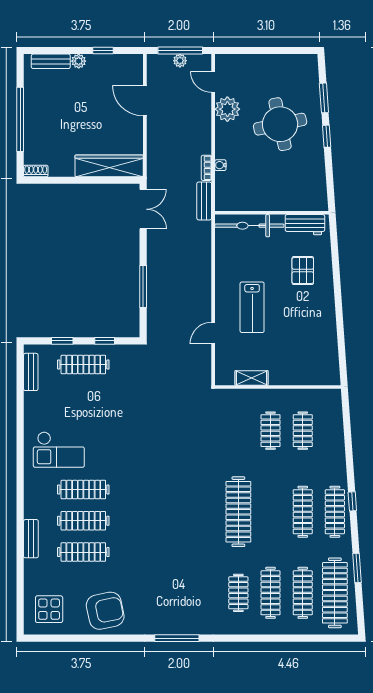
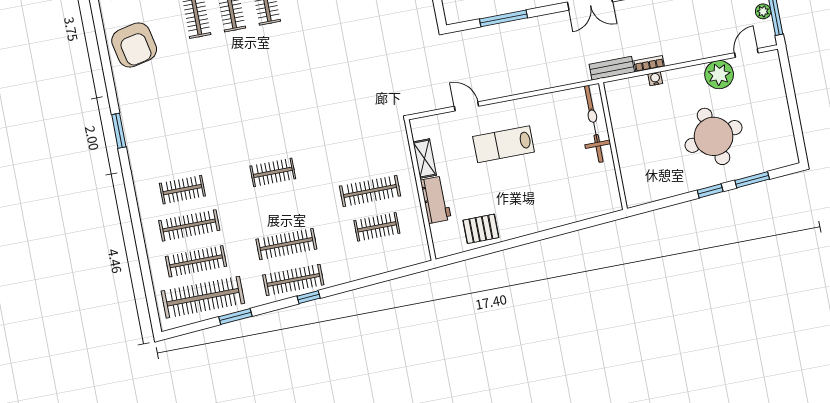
workbench: (305, 225) -> (436, 200), moved, turned 180
pallet: (303, 271) -> (481, 229), moved
clothes rail: (271, 431) -> (370, 191), width x1.36
clothes rail: (238, 512) -> (273, 172), width x0.54, depth x0.76
window: (177, 638) -> (119, 131), width x0.69

